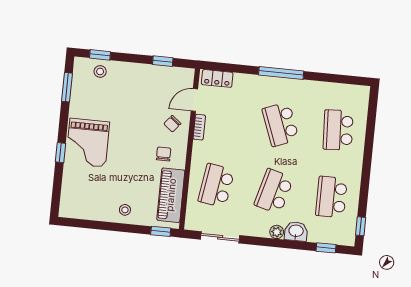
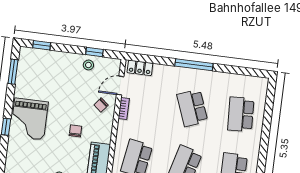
stool: (100, 71) -> (88, 65), moved
chair: (164, 154) -> (75, 131), moved

